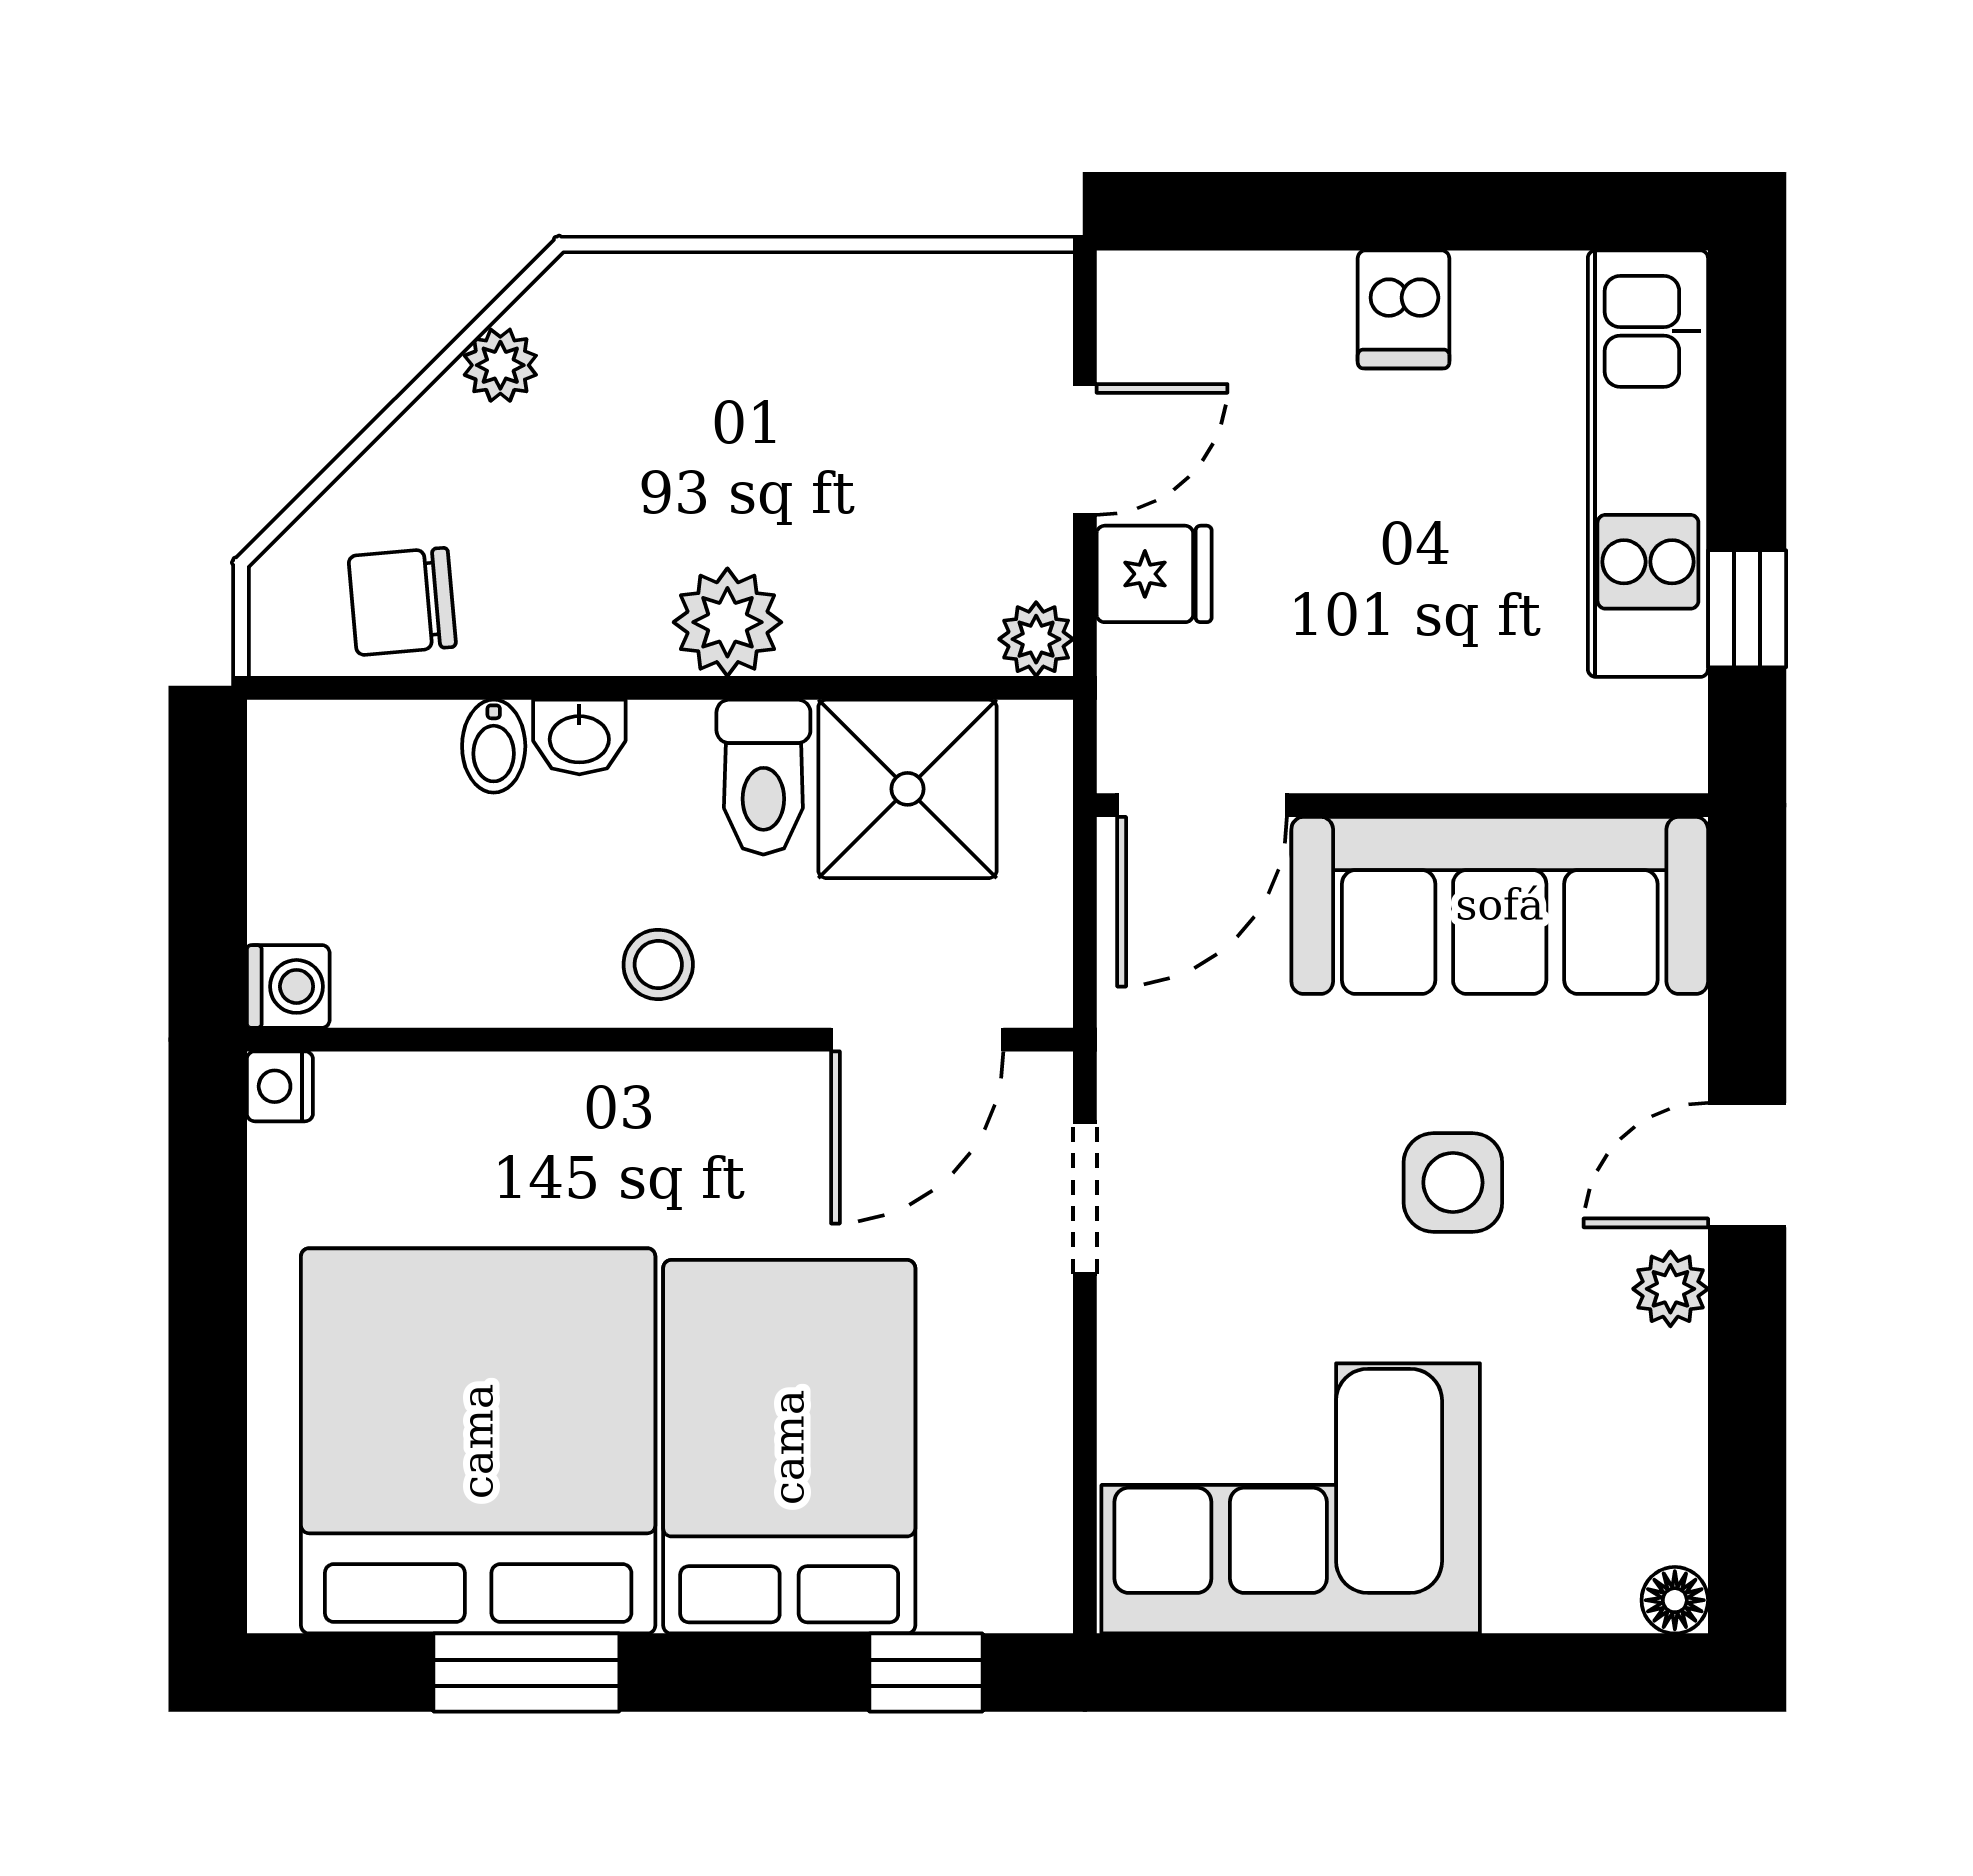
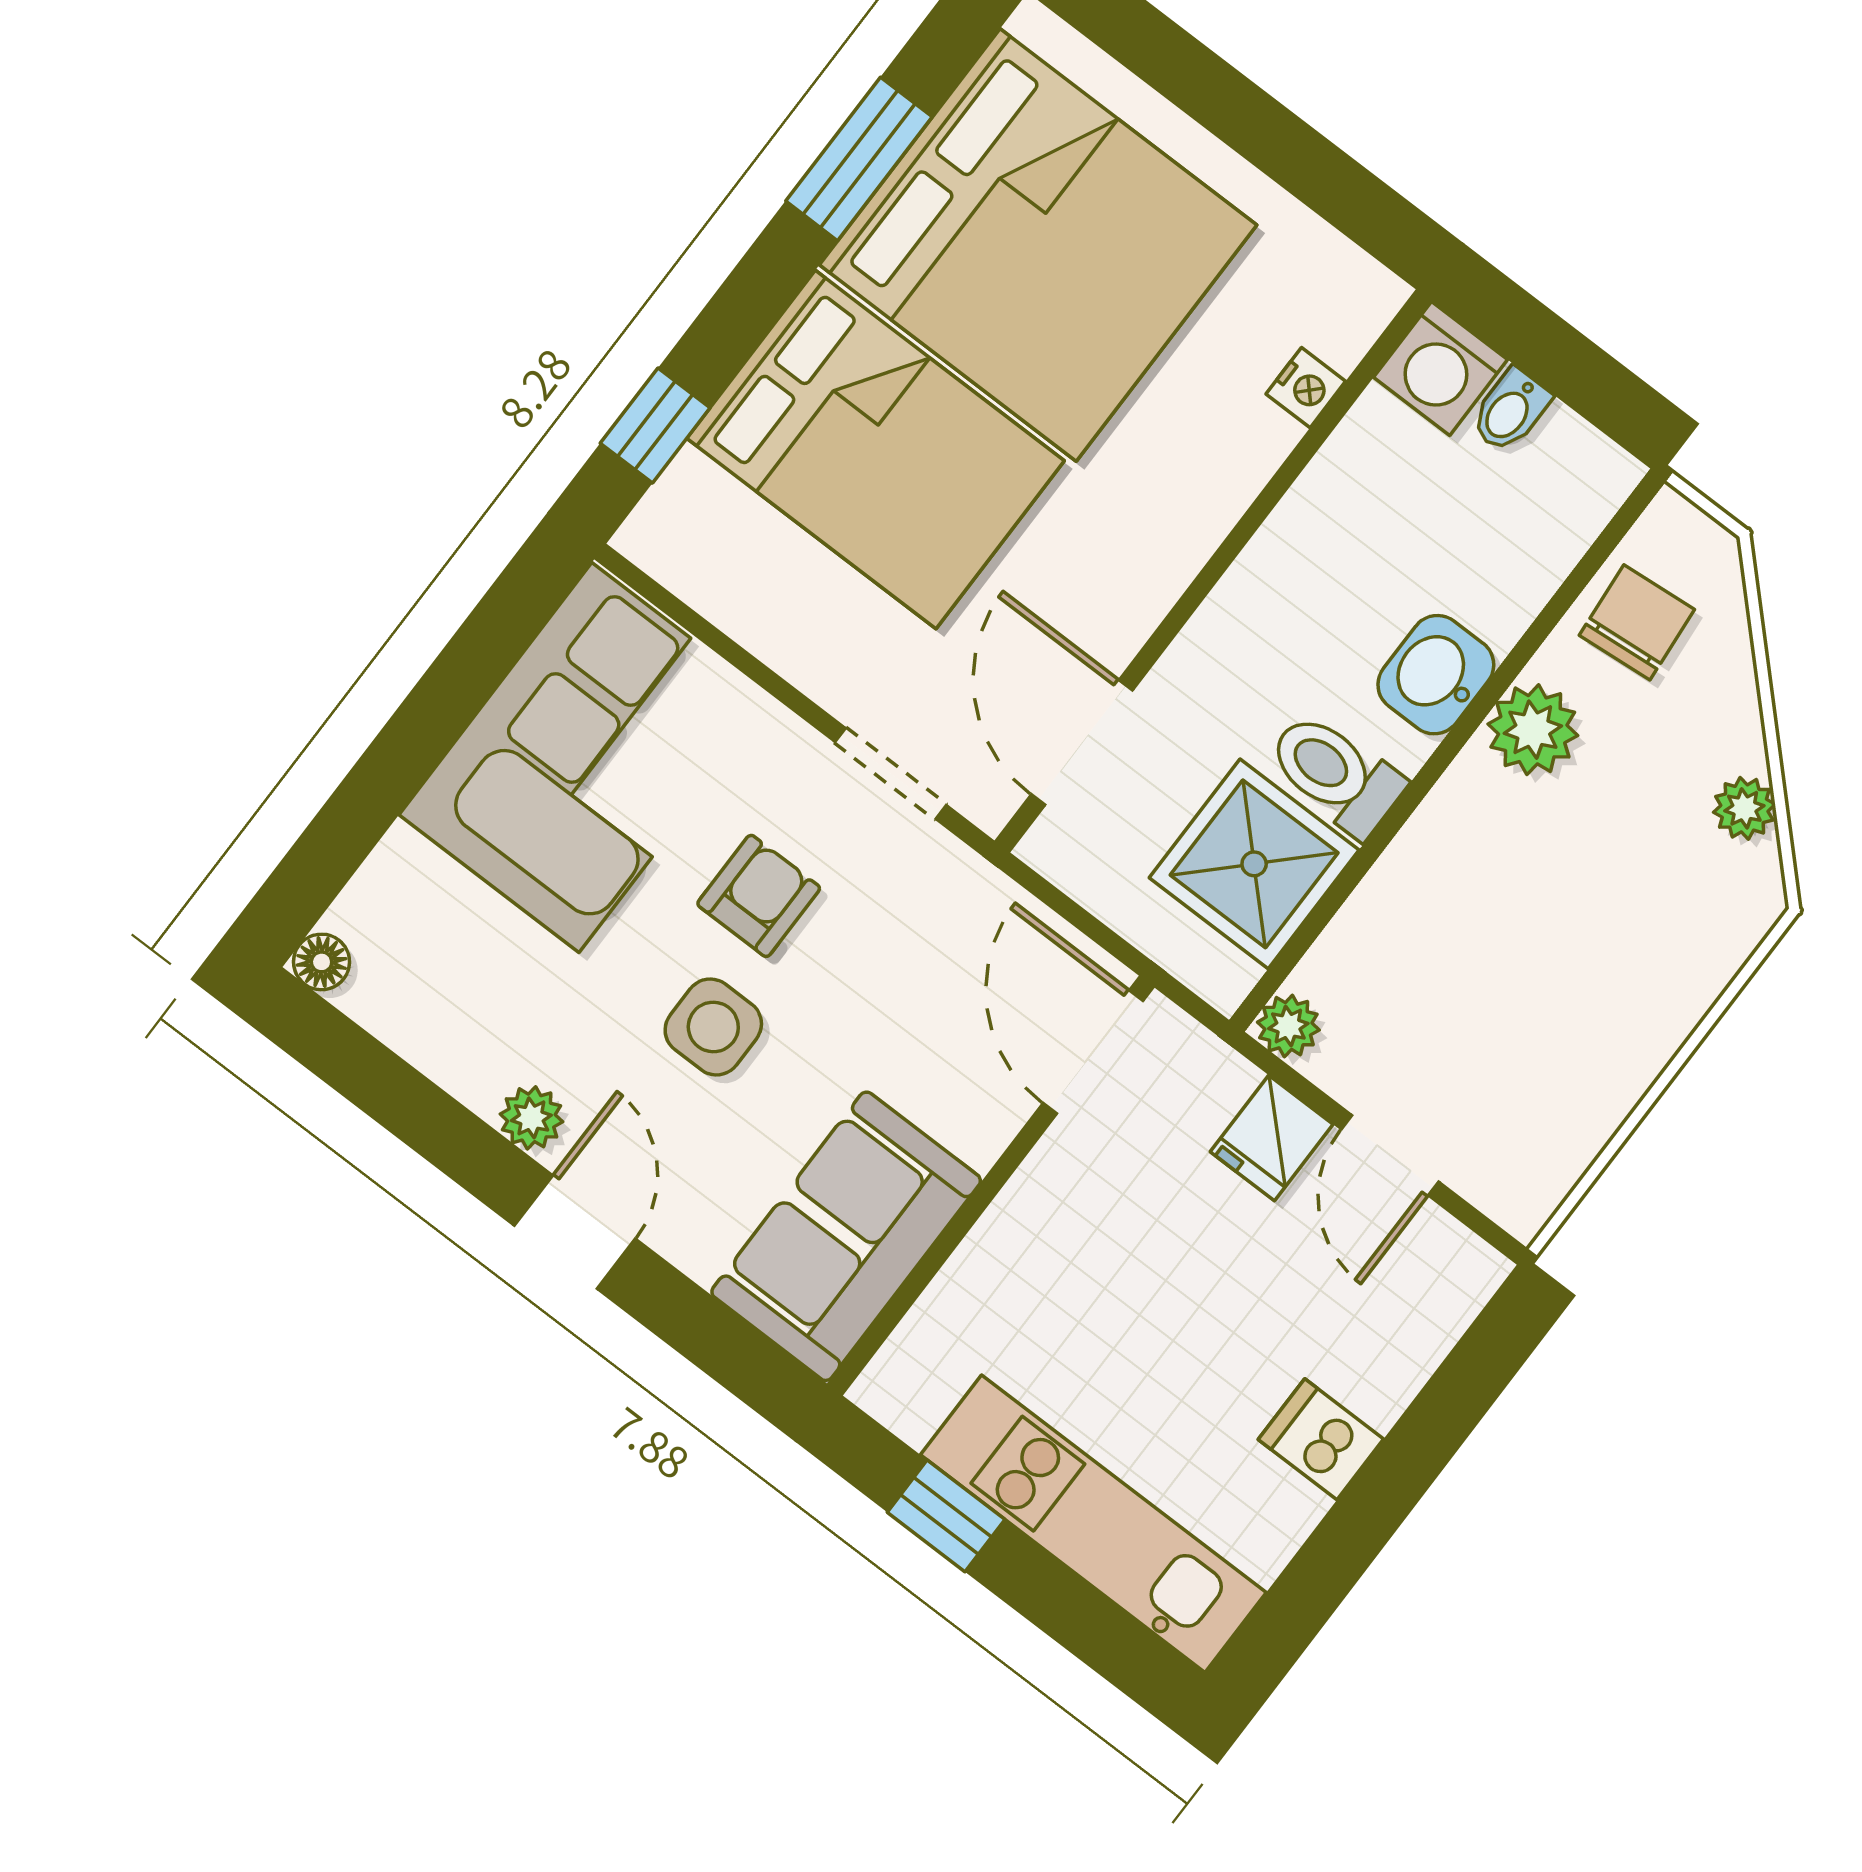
plant: (727, 622) -> (1533, 730), moved
washbasin: (579, 737) -> (1436, 675), width x1.38, depth x1.45
bidet: (494, 746) -> (1510, 411), moved, turned -90
sofa: (1500, 905) -> (846, 1236), width x0.73
stool: (658, 964) -> (1264, 608), removed
washing machine: (288, 986) -> (1441, 368), width x1.38, depth x1.38
nightstand: (280, 1086) -> (1306, 388), moved, turned 90
armchair: (1296, 1234) -> (759, 896), added

